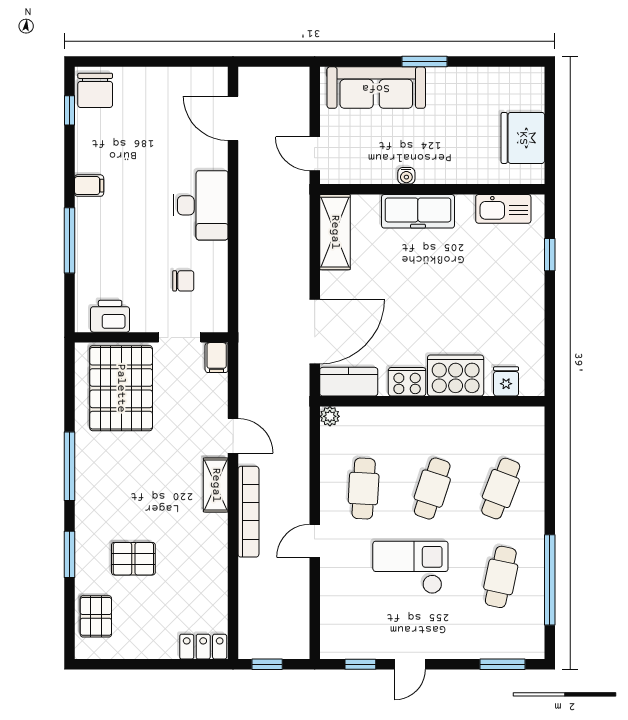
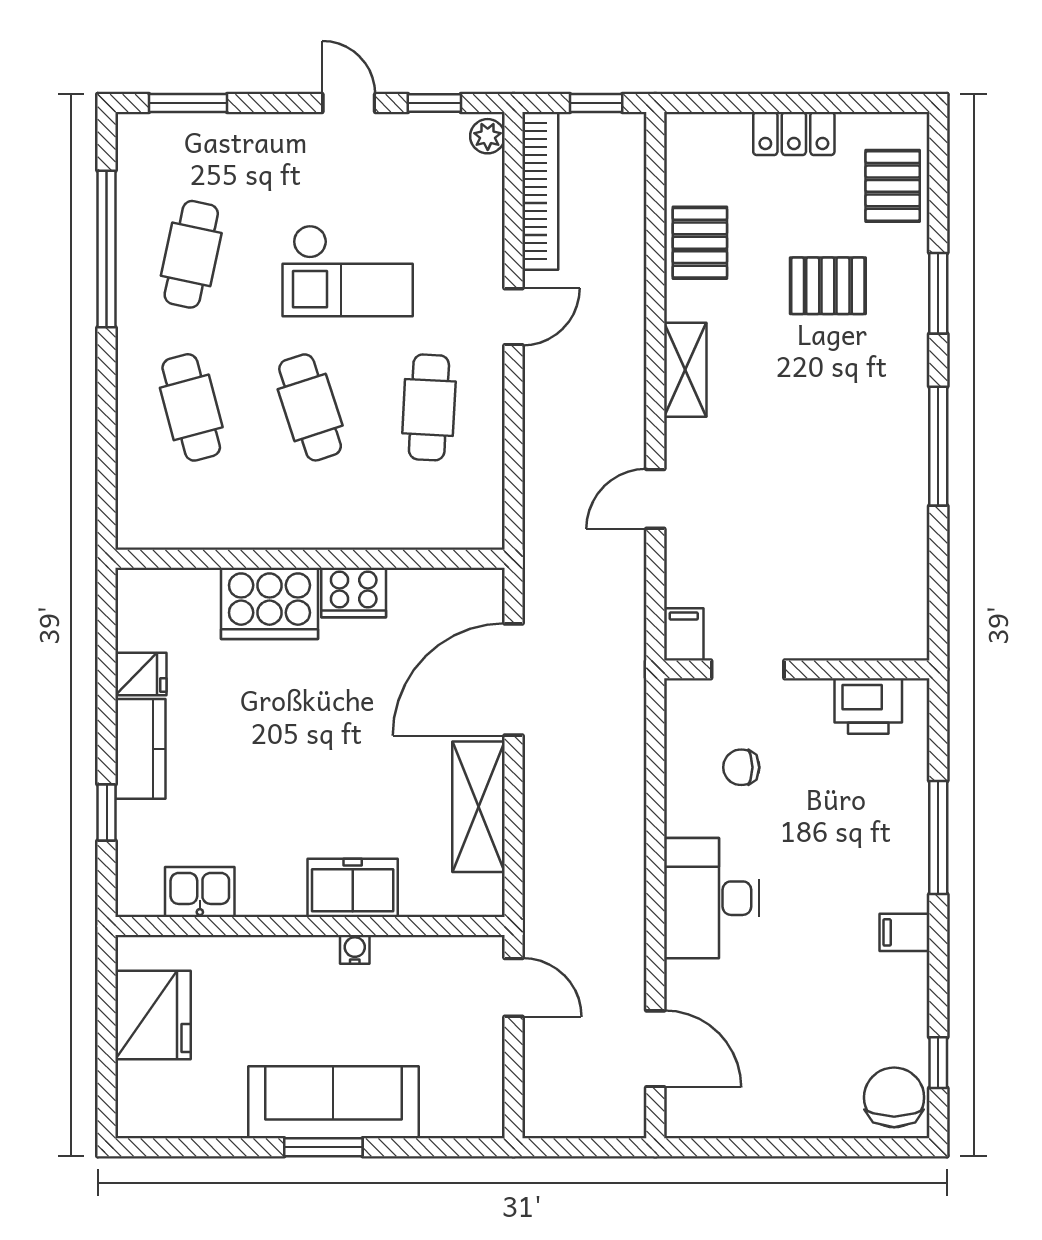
sofa: (376, 88) -> (333, 1102), moved
kitchen sink: (503, 209) -> (200, 892), width x0.73
freezer: (418, 211) -> (353, 888), width x0.71
shelving: (335, 232) -> (479, 807), moved
fridge: (506, 381) -> (141, 674), moved, turned -90
kitchen counter: (349, 382) -> (140, 749), moved, turned -90
pallet: (121, 388) -> (700, 243), moved, width x0.49, depth x0.50
plant: (330, 416) -> (488, 136), moved
door: (233, 436) -> (655, 499), hinge flipped
shelving: (216, 485) -> (685, 370), moved
cafe table: (432, 489) -> (310, 407), turned -36
cafe table: (501, 489) -> (191, 407), turned -36
bookcase: (248, 512) -> (540, 191), moved, turned 180
locker: (203, 647) -> (794, 134), moved
door: (410, 664) -> (349, 103), hinge flipped

